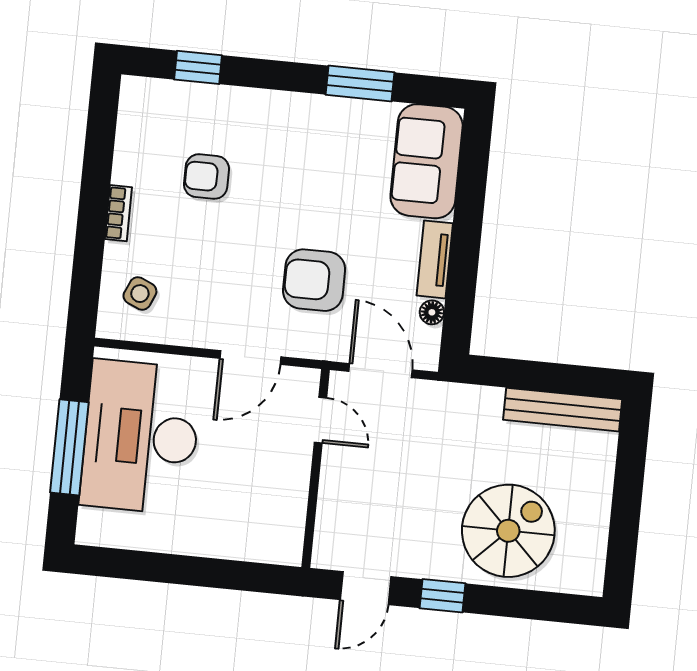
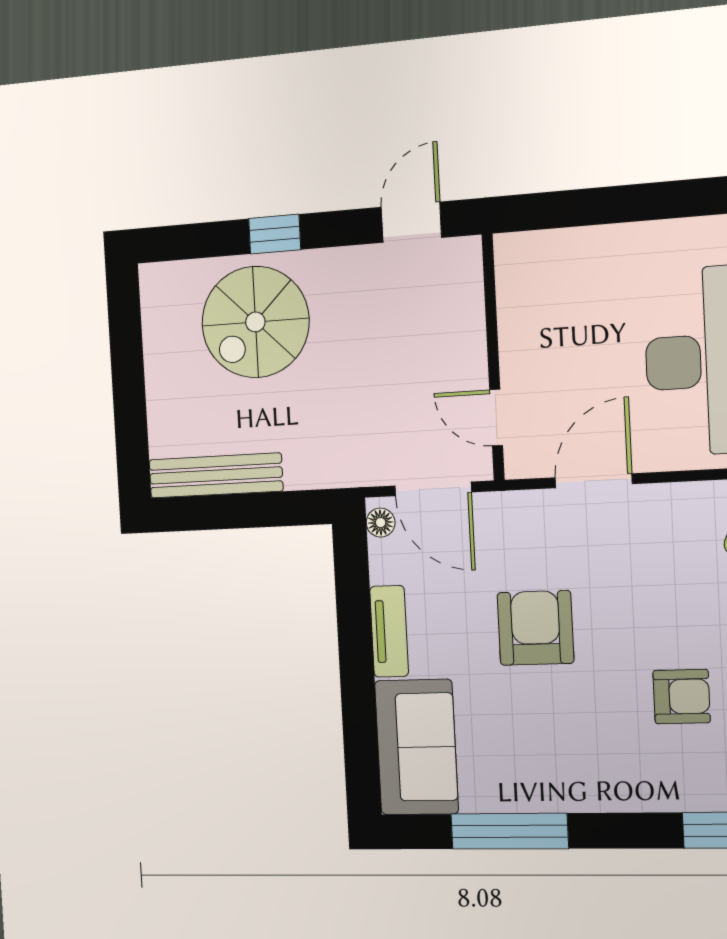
window: (360, 84) -> (509, 831), width x1.44
armchair: (314, 280) -> (535, 628), moved, turned -90
floor lamp: (432, 312) -> (381, 523), moved
window: (442, 596) -> (275, 234), moved

